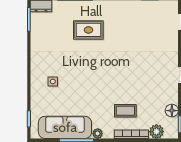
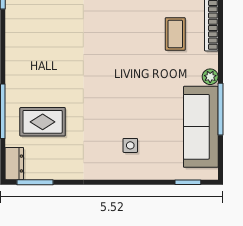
rug: (88, 30) -> (43, 122), moved, turned 90

